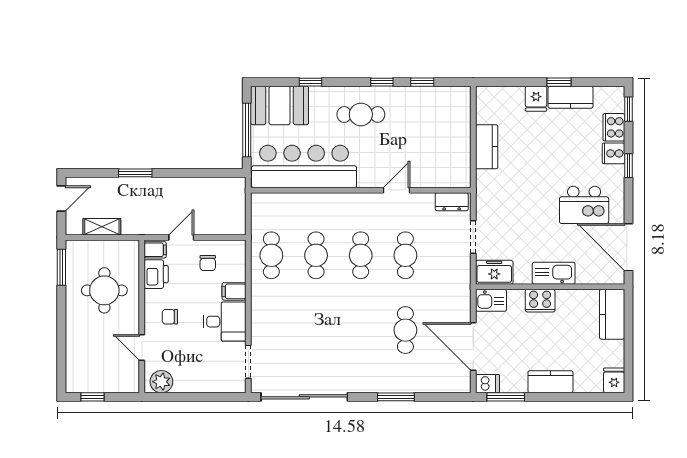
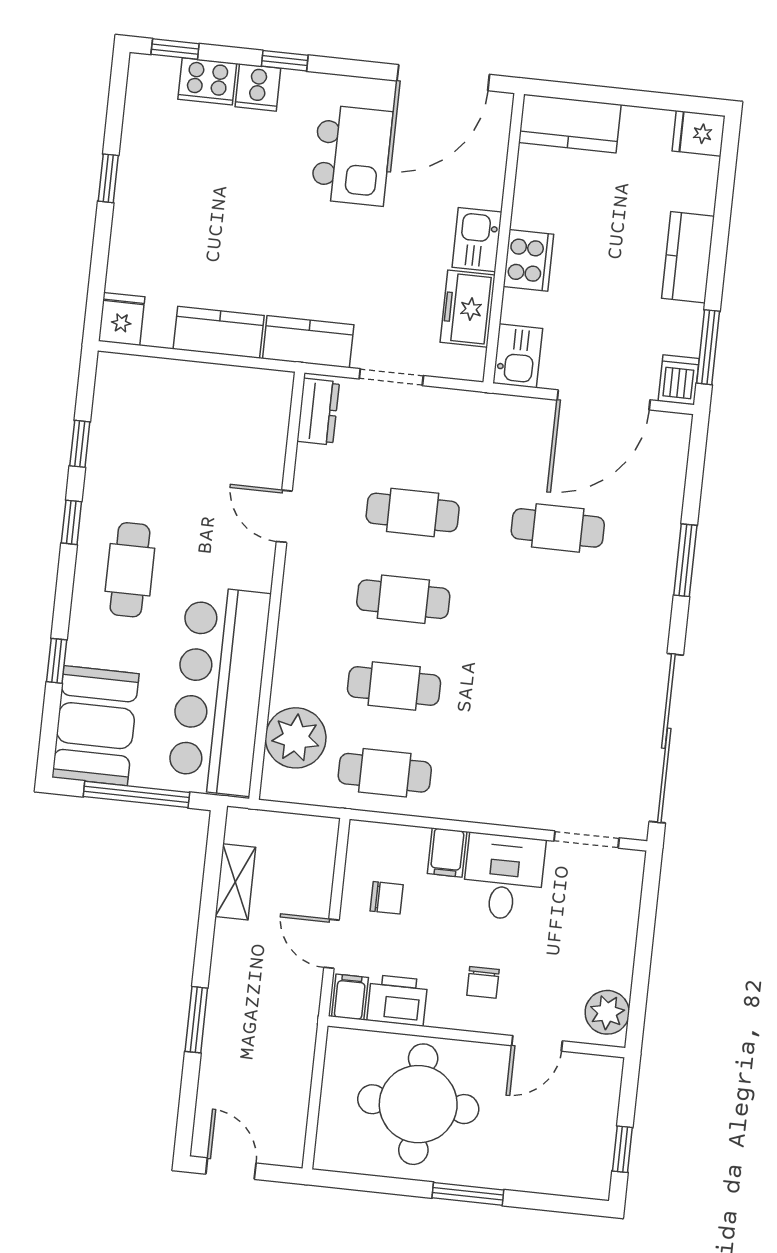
kitchen counter: (571, 97) -> (308, 342), moved, turned -90
fridge: (536, 99) -> (122, 319), moved, turned -90
plant: (284, 208) -> (296, 738), added
shelving: (102, 227) -> (235, 882), moved
window: (61, 267) -> (468, 1194), moved
freezer: (494, 272) -> (468, 309), moved
kitchen sink: (554, 273) -> (477, 240), width x0.73
round table: (104, 290) -> (418, 1104), width x1.36, depth x1.36

